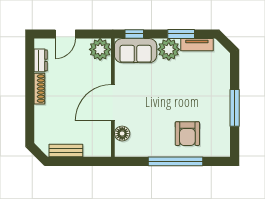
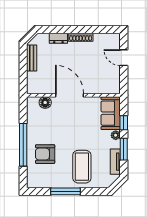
window: (134, 34) -> (124, 123), moved
plant: (100, 49) -> (112, 85), removed
plant: (169, 49) -> (116, 135), width x0.53, depth x0.53
dresser: (41, 60) -> (58, 38), moved
coffee table: (203, 87) -> (82, 167), added

